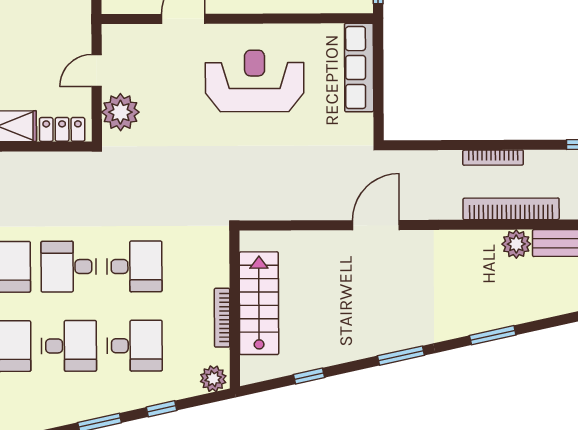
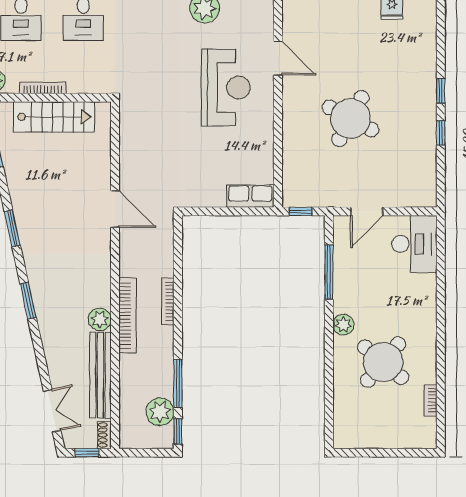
row of seats: (359, 68) -> (250, 196), width x0.68
reception desk: (255, 81) -> (226, 88), moved

